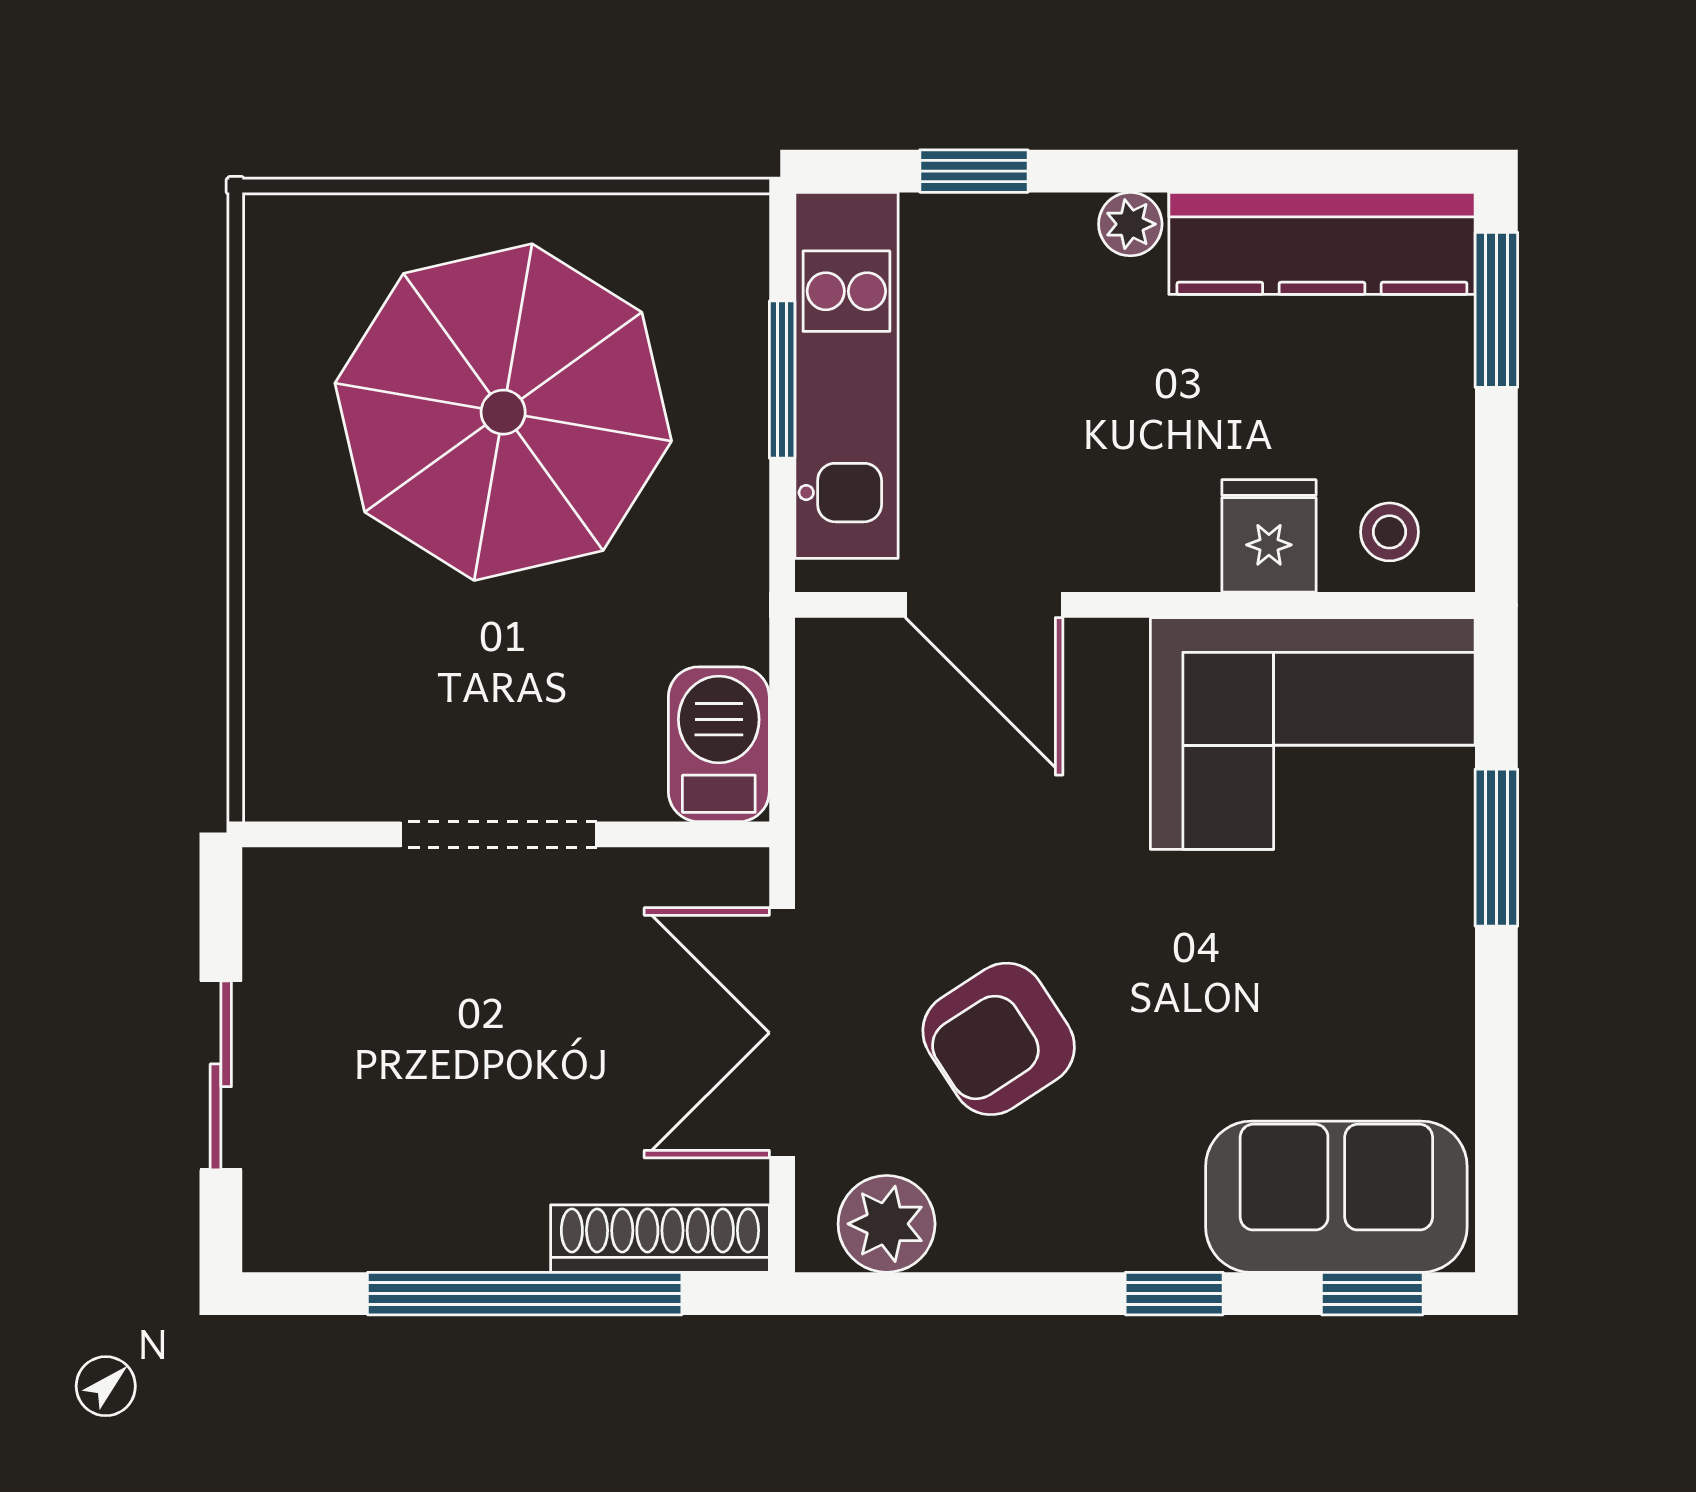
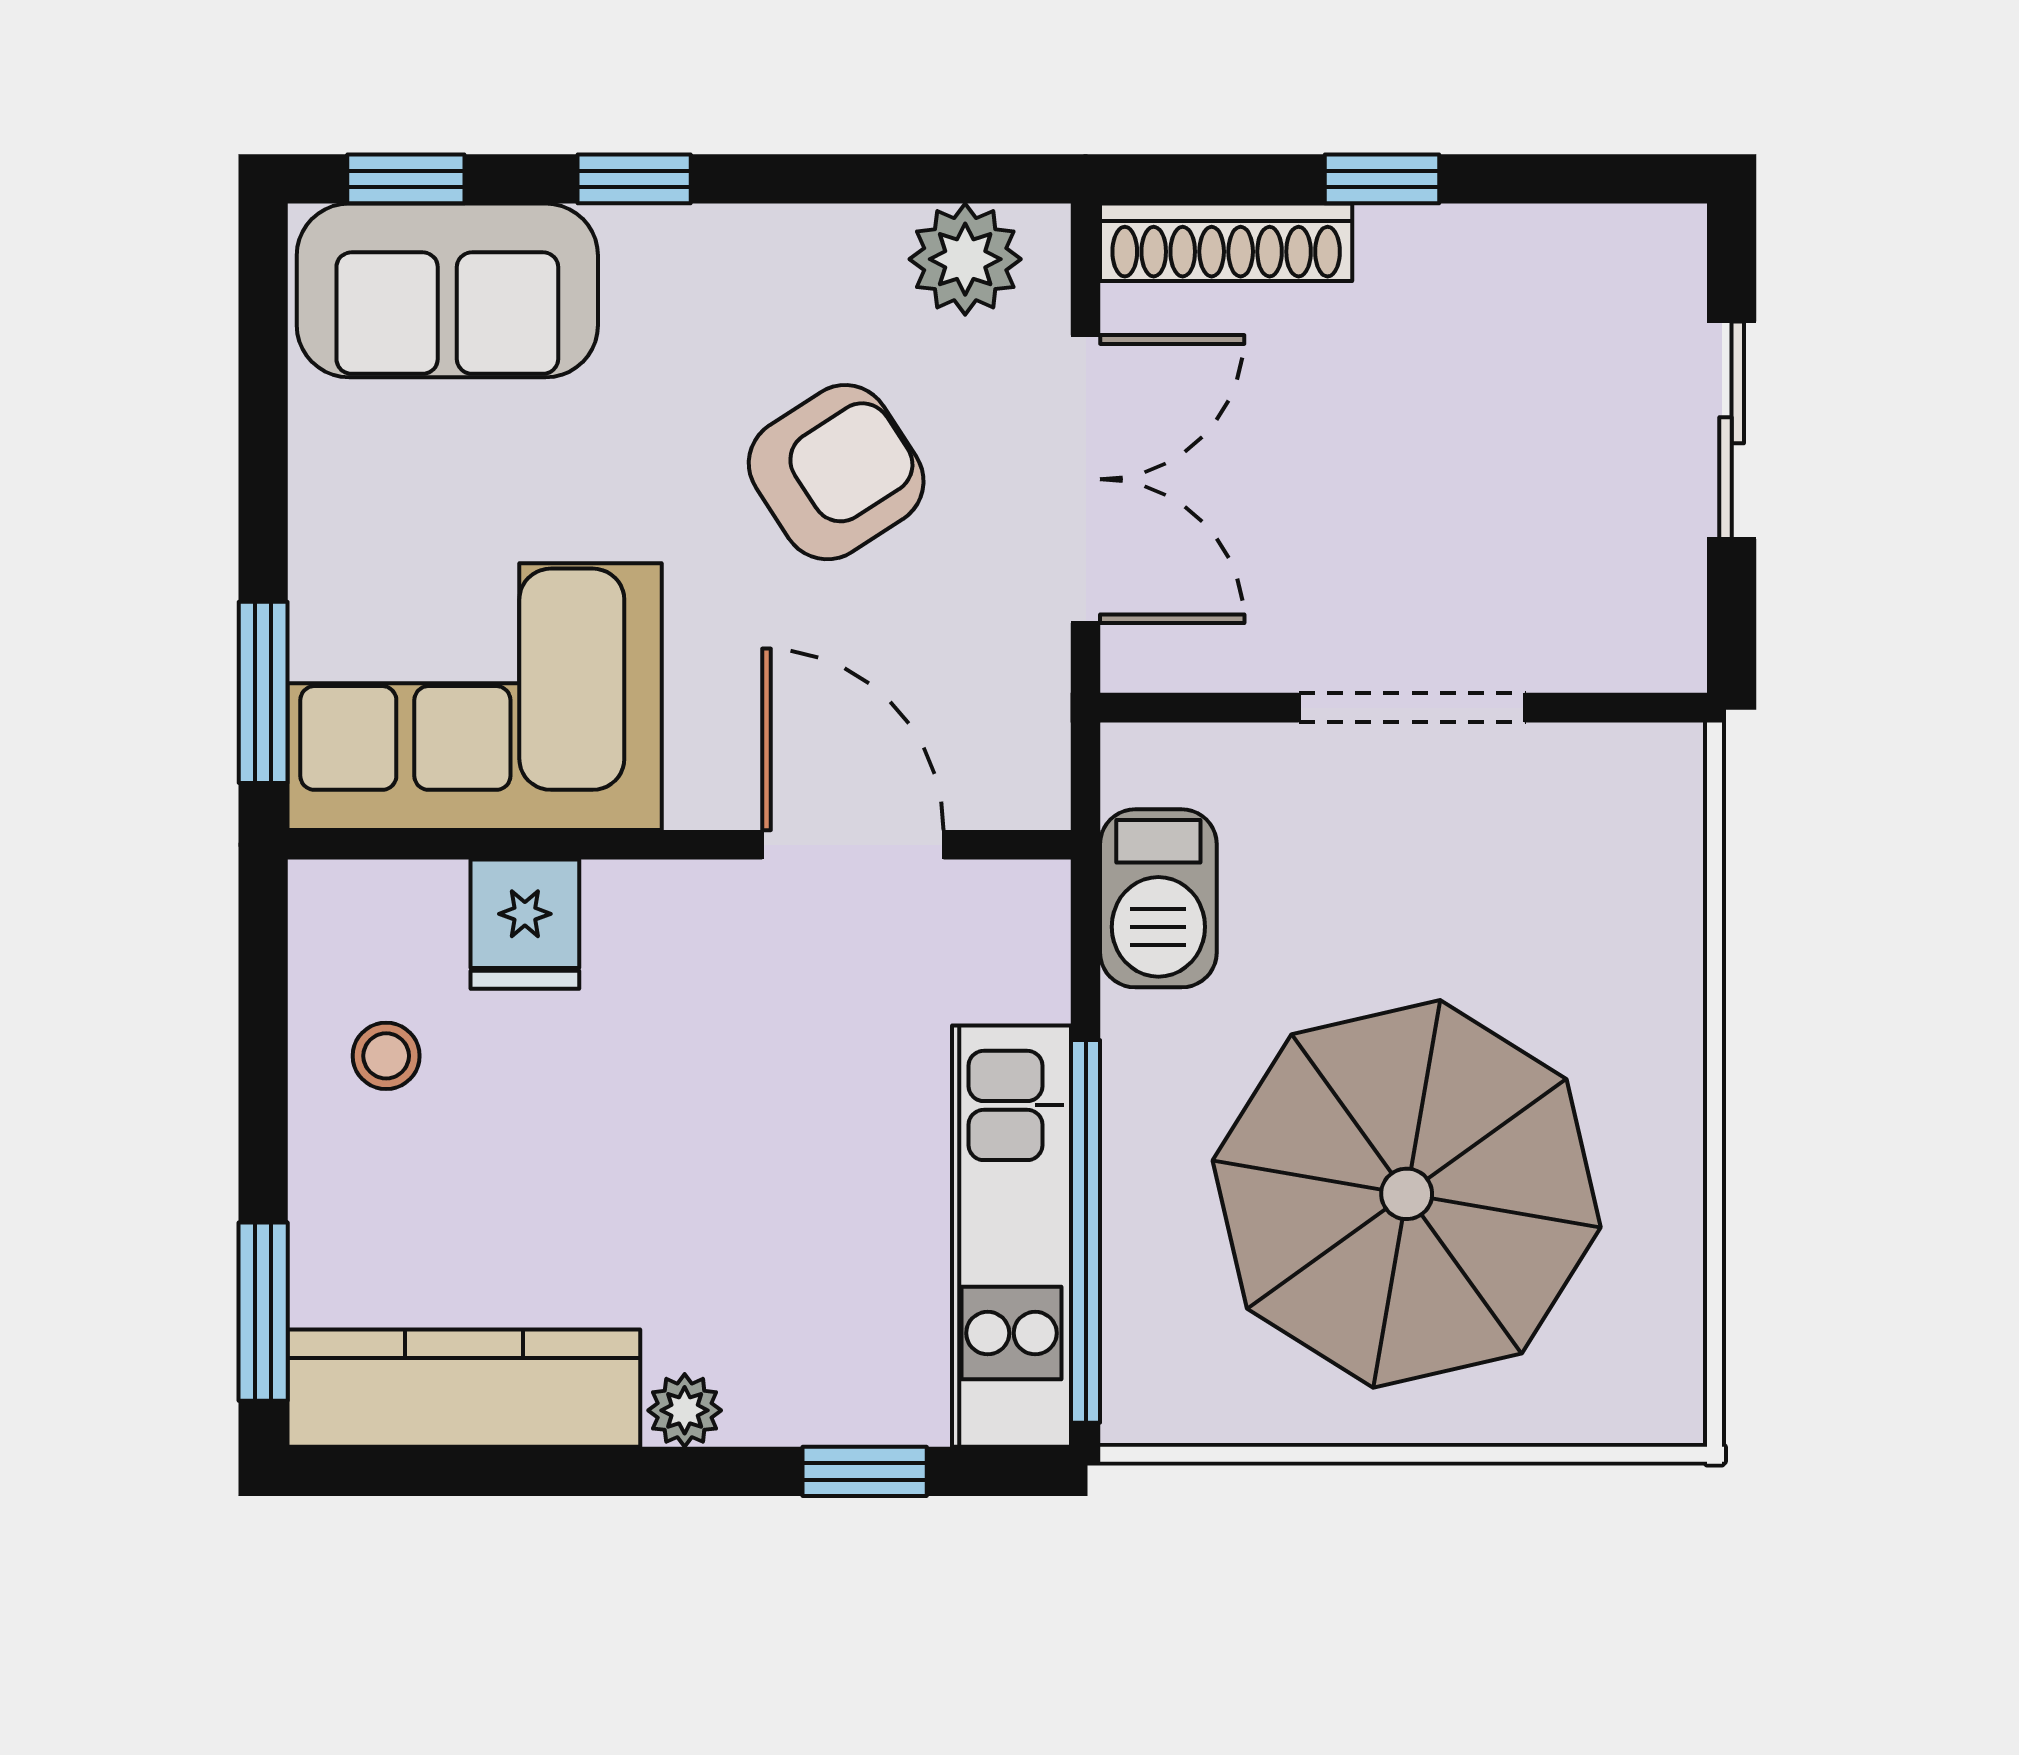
window: (782, 380) -> (1086, 1231), width x2.11
fridge: (1269, 536) -> (525, 924), moved
door: (984, 605) -> (853, 845), moved
wall: (1135, 605) -> (679, 845), moved
corner sofa: (1313, 733) -> (475, 697), moved
barbecue: (719, 744) -> (1158, 898), moved
window: (525, 1294) -> (1382, 179), width x0.32

